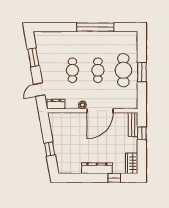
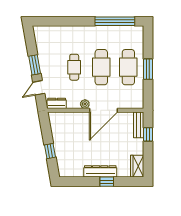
window: (95, 27) -> (115, 21), moved
window: (33, 57) -> (35, 65), moved
cafe table: (98, 70) -> (101, 67), width x1.37, depth x1.35
window: (114, 178) -> (107, 182), moved

